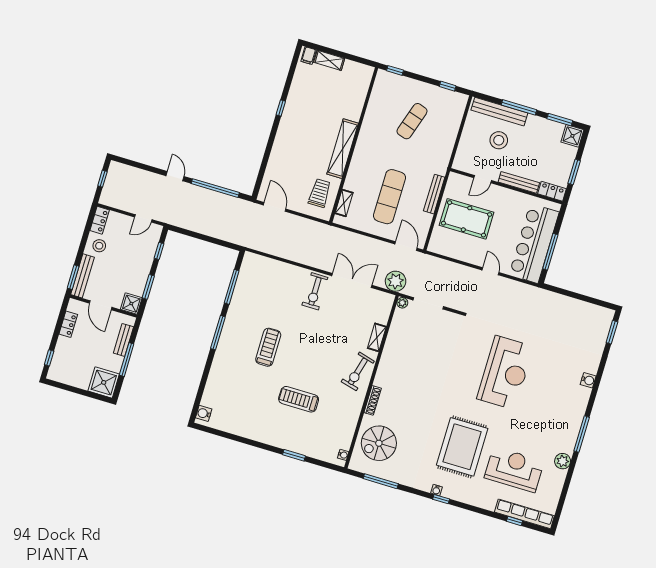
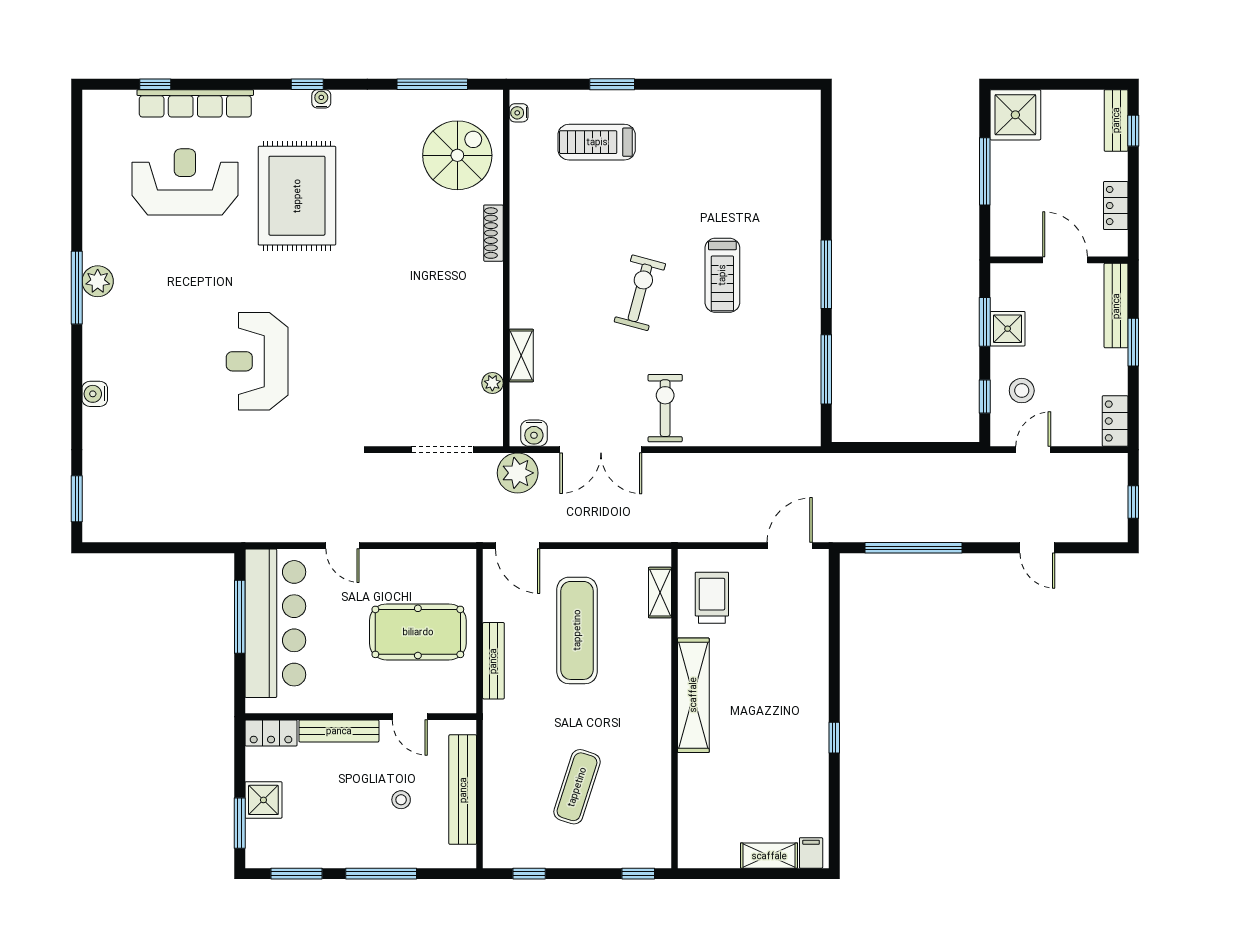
bench: (499, 112) -> (463, 790), moved, turned 90
shower: (572, 136) -> (263, 800), moved
stool: (499, 140) -> (401, 800), width x0.53, depth x0.53
window: (574, 172) -> (240, 823), moved
door: (175, 176) -> (1037, 548), moved
door: (483, 179) -> (410, 717), swing flipped
trolley: (320, 193) -> (712, 598), turned 180
door: (275, 207) -> (790, 546), swing flipped
stool: (99, 246) -> (1022, 391), moved
window: (73, 277) -> (1133, 342), moved
plant: (402, 303) -> (492, 383), moved
shower: (131, 304) -> (1008, 329), moved
bench: (123, 340) -> (1116, 120), moved
exercise bike: (358, 371) -> (640, 293), moved
reception desk: (505, 373) -> (257, 361), width x0.74, depth x0.77
treadmill: (299, 399) -> (597, 142), moved, turned 180
water cooler: (204, 413) -> (534, 433), moved, turned 90
plant: (563, 461) -> (98, 281), moved
reception desk: (514, 470) -> (185, 182), turned 180
row of seats: (524, 514) -> (195, 103), moved

